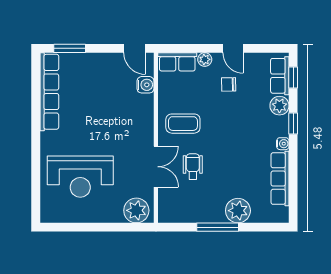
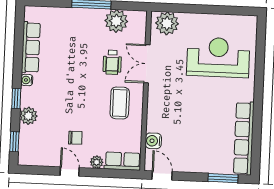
row of seats: (280, 76) -> (27, 144), removed
coffee table: (183, 124) -> (120, 103), turned 90
plant: (238, 211) -> (116, 21), moved

